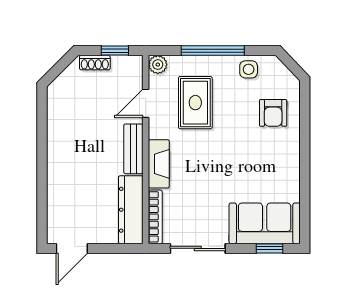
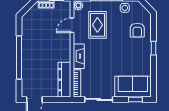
window: (305, 148) -> (153, 48), added
bench: (133, 149) -> (66, 49), removed
window: (42, 166) -> (19, 57), added

